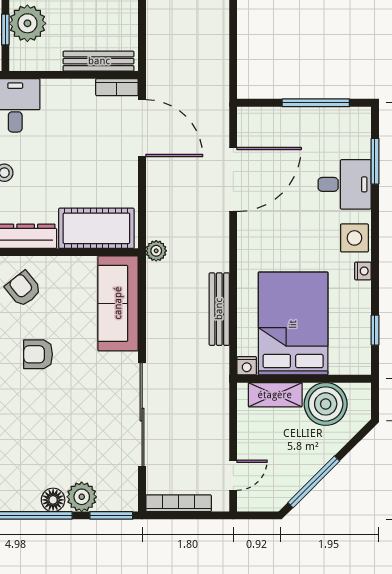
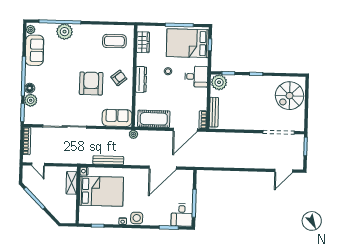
plant: (27, 23) -> (219, 82), moved
door: (233, 179) -> (163, 168), hinge flipped
desk: (345, 184) -> (182, 215), moved
cot: (96, 228) -> (154, 119), moved, turned 90
sofa: (118, 303) -> (117, 118), width x0.73
armchair: (38, 354) -> (91, 83), width x1.88, depth x1.88
boiler: (326, 404) -> (67, 204), removed

